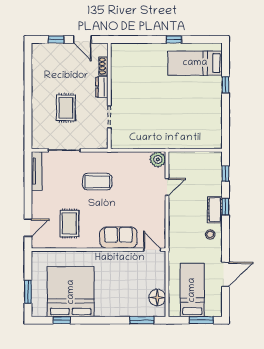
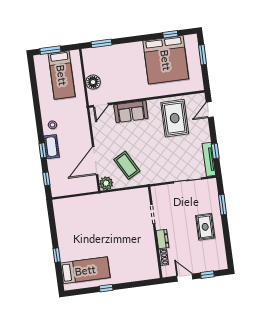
rug: (66, 108) -> (205, 227), moved
window: (28, 117) -> (222, 205), added
window: (28, 179) -> (215, 151), added
coffee table: (97, 182) -> (127, 165), moved, turned 61
door: (167, 187) -> (95, 161), width x1.88
rug: (69, 223) -> (175, 118), width x1.36, depth x1.43
door: (152, 250) -> (101, 105), hinge flipped
door: (225, 274) -> (35, 92), removed
floor lamp: (157, 298) -> (93, 82), moved

